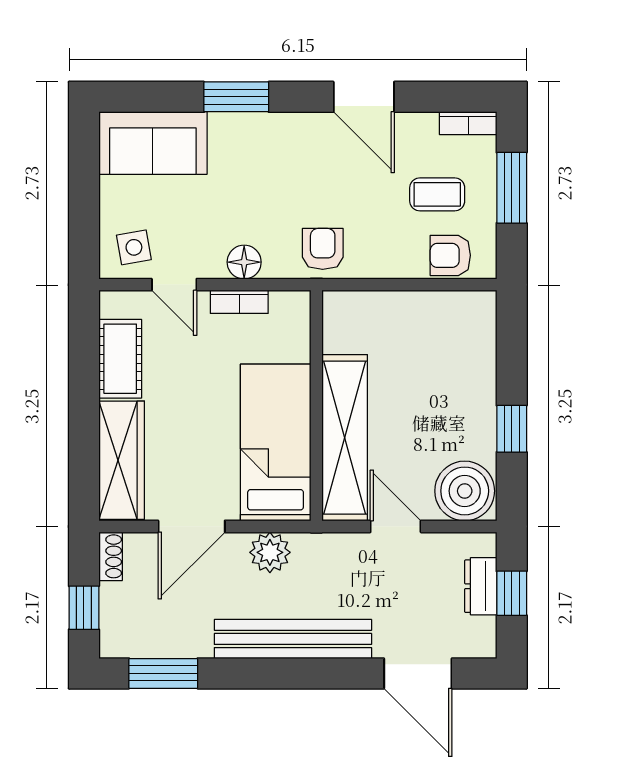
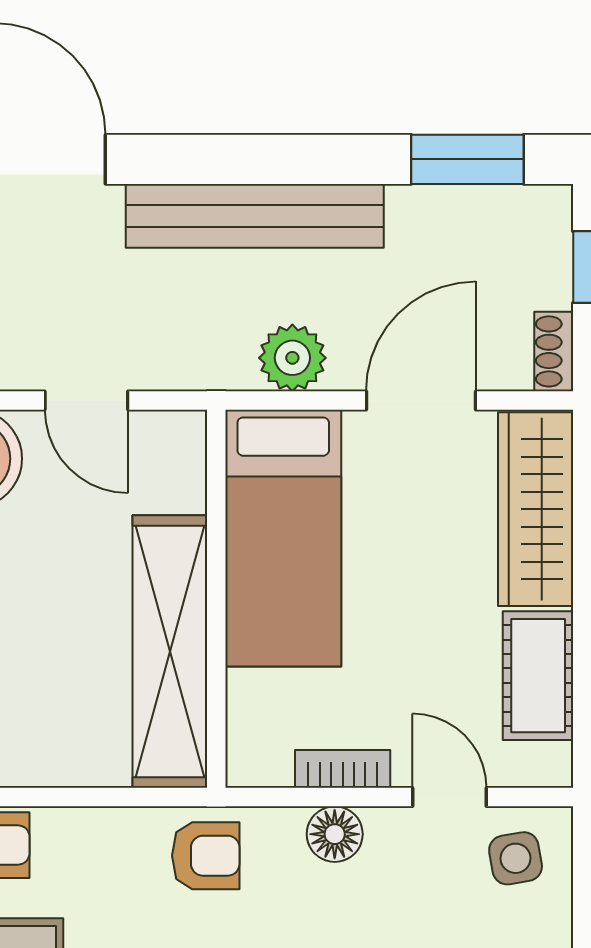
armchair: (323, 249) -> (206, 856), turned -90
shelving: (345, 438) -> (170, 651), moved

